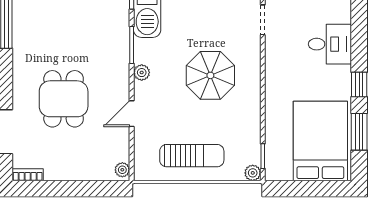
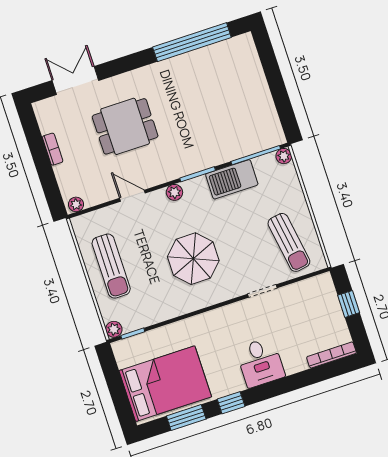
bookcase: (28, 175) -> (53, 149), moved

